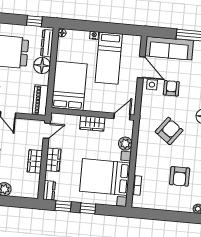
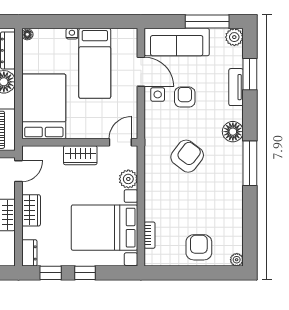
armchair: (180, 176) -> (199, 247), moved, turned 180

